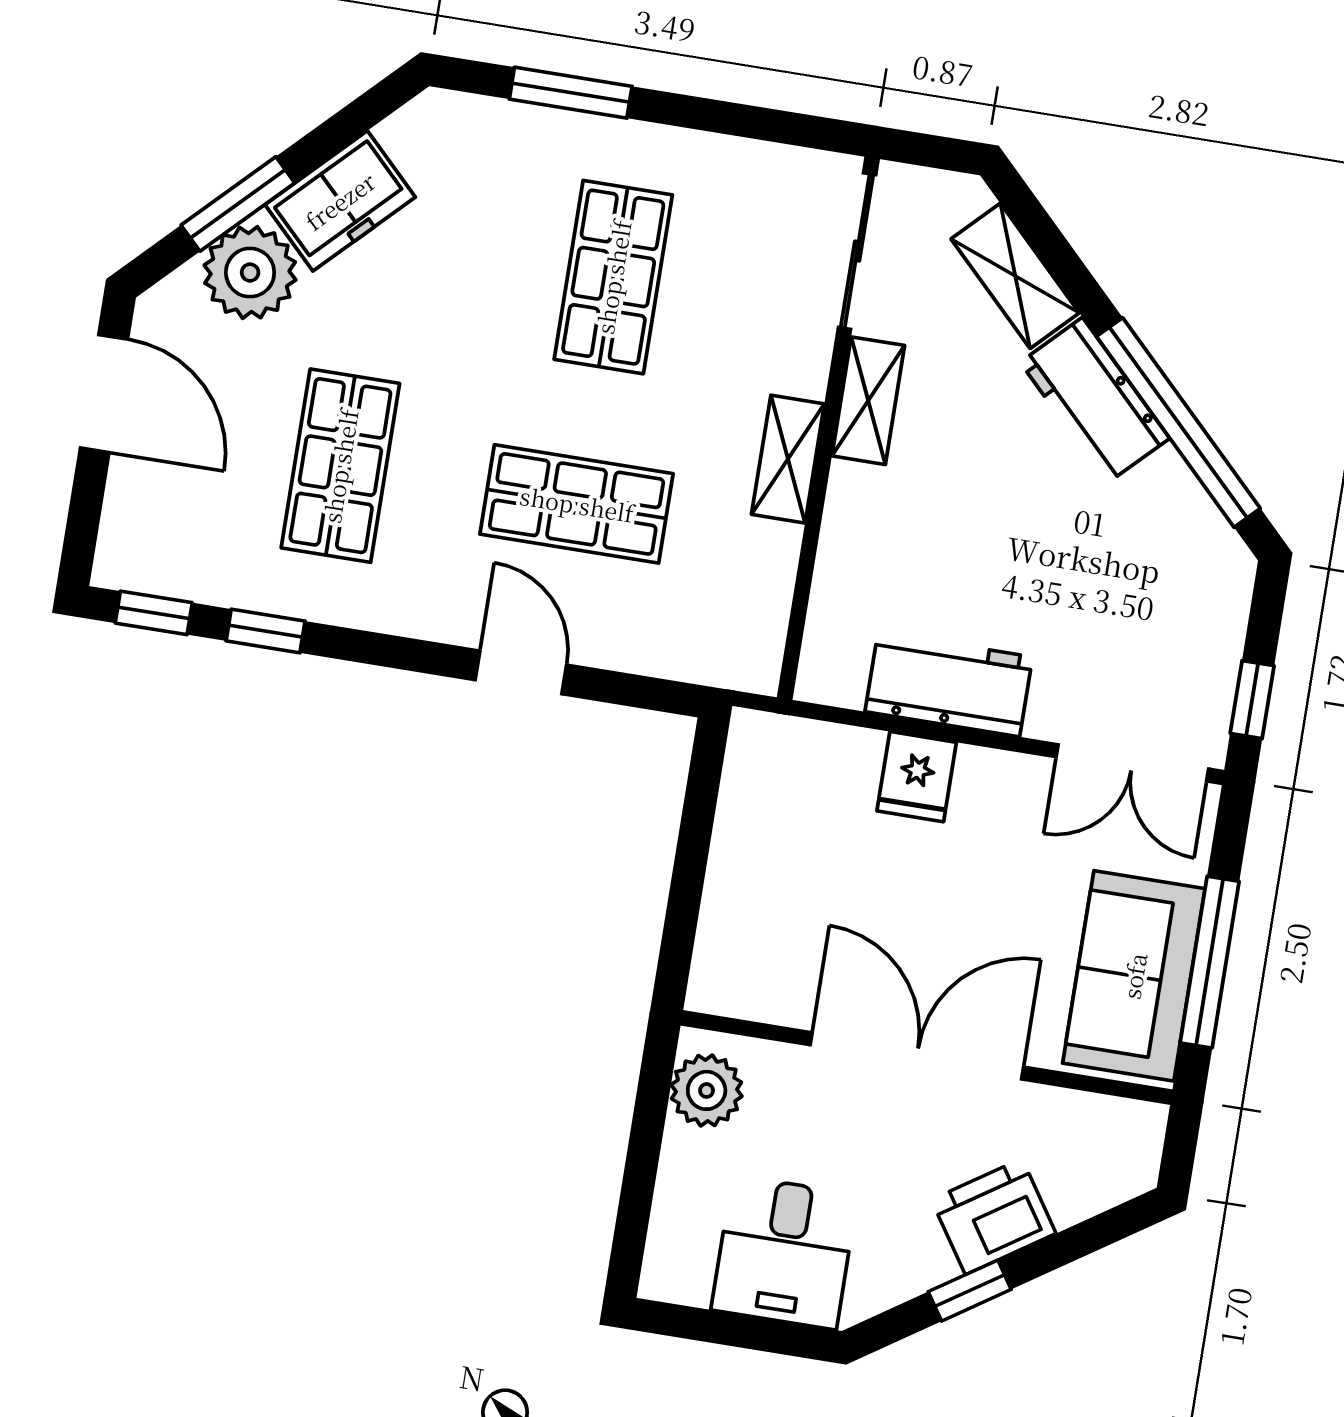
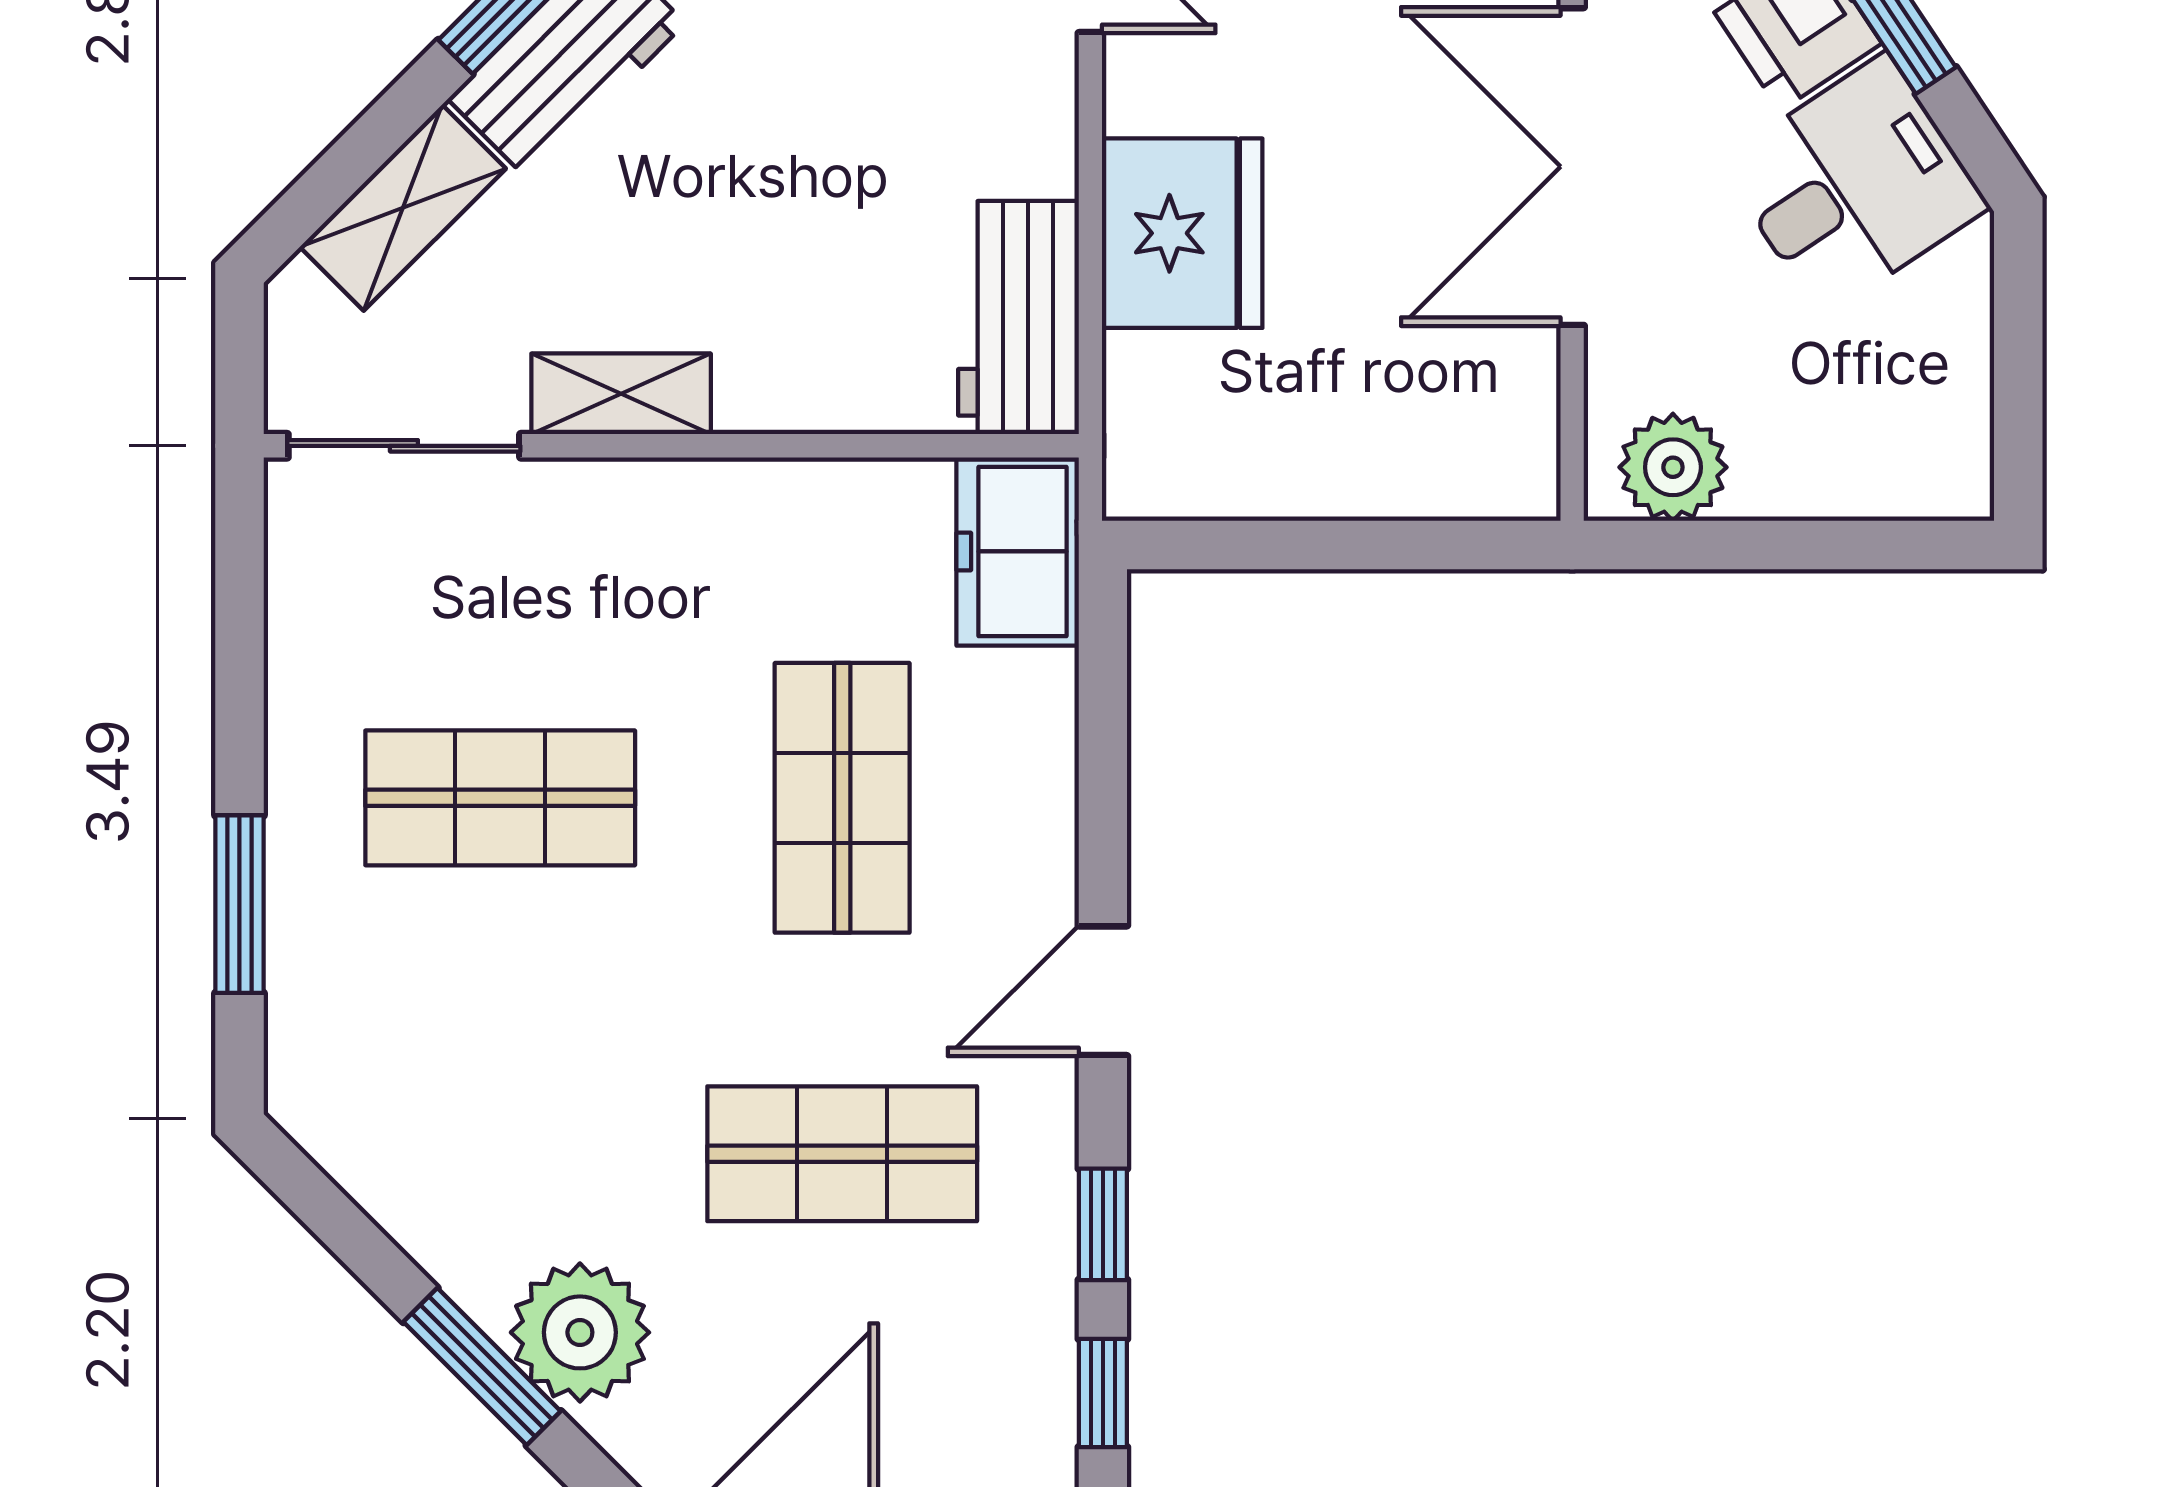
freezer: (340, 201) -> (1018, 551), moved, turned -135
shelving: (788, 459) -> (726, 498), removed
door: (521, 672) -> (1103, 991), moved
workbench: (949, 684) -> (1019, 318), moved
fridge: (917, 777) -> (1182, 233), width x1.88, depth x1.34
desk: (784, 1252) -> (1854, 185), moved, turned -34

